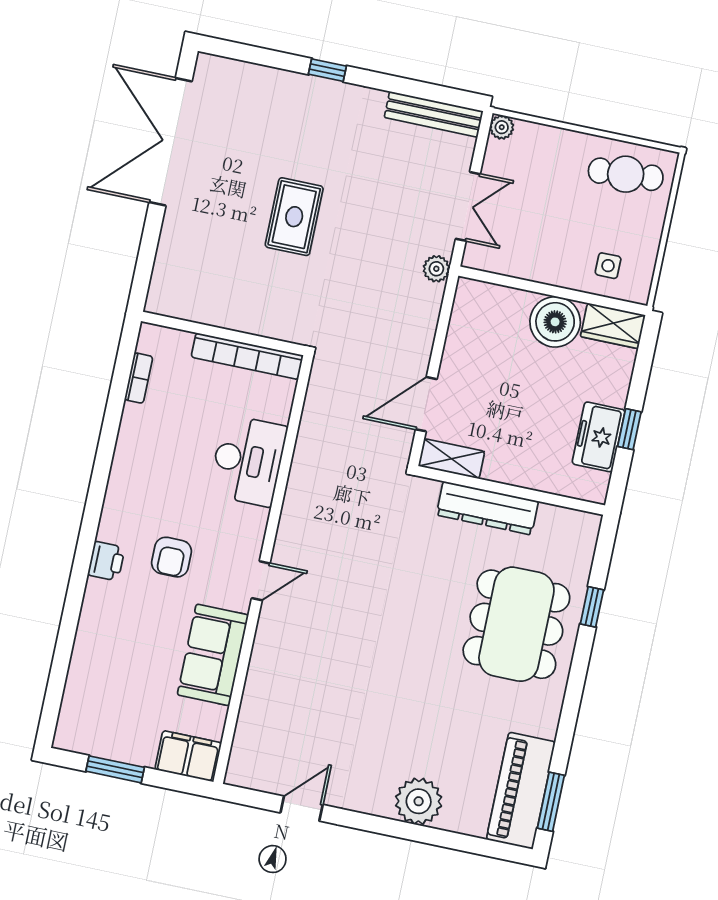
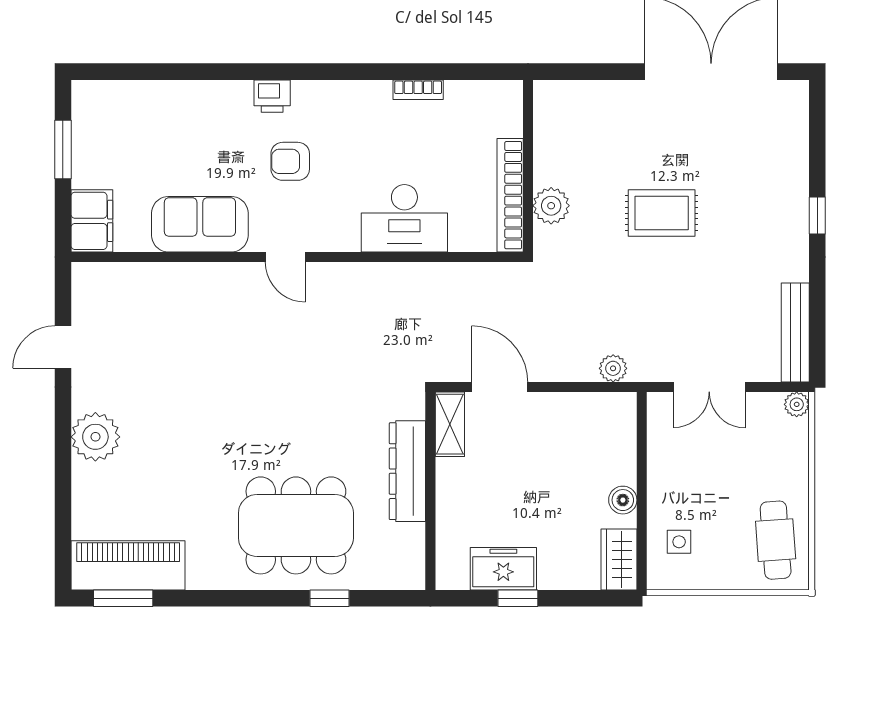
plant: (436, 269) -> (613, 368), moved
plant: (265, 320) -> (551, 206), added
boiler: (555, 322) -> (623, 500), width x0.54, depth x0.54
bookcase: (139, 378) -> (418, 90), moved
plant: (419, 801) -> (95, 437), moved
door: (302, 809) -> (63, 347), swing flipped

